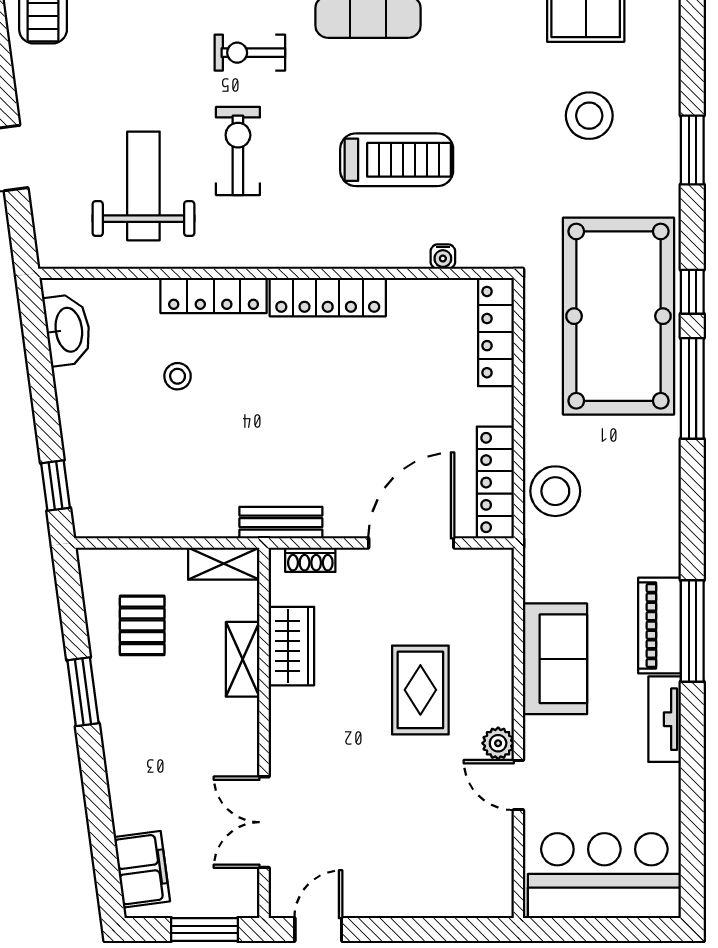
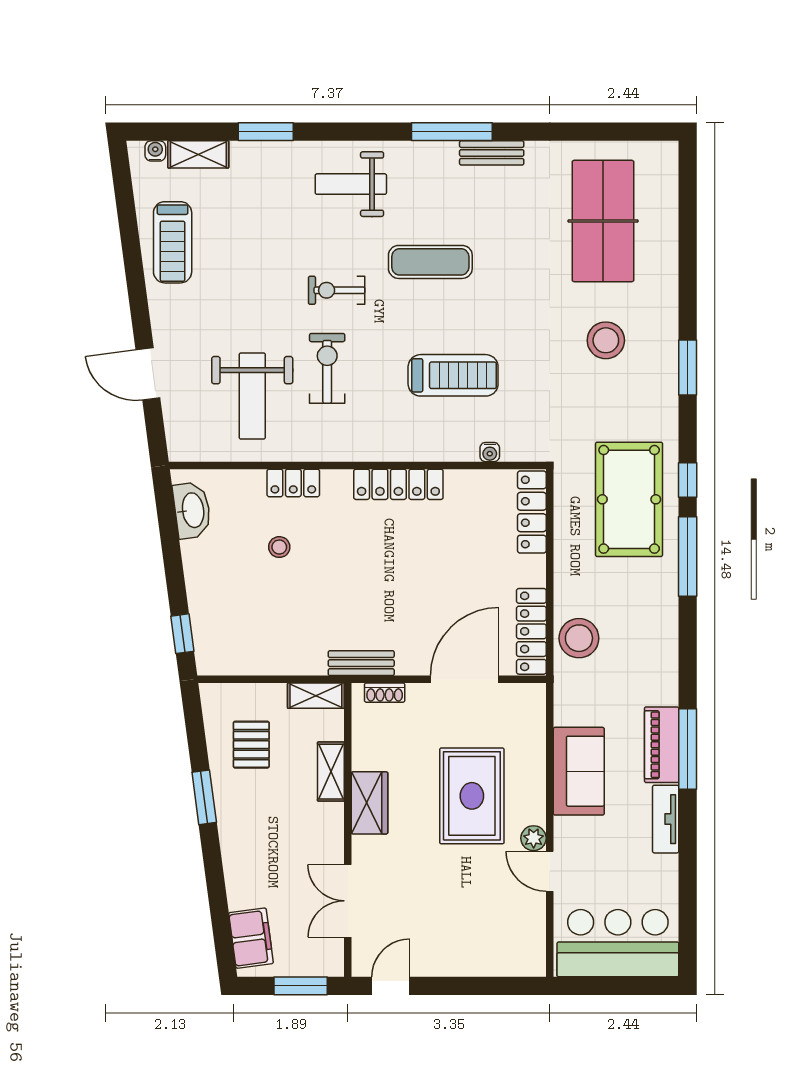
weight bench: (143, 186) -> (252, 396), turned 180
locker: (214, 296) -> (293, 483), width x0.66
pool table: (618, 316) -> (629, 499), width x0.73, depth x0.76
wardrobe: (291, 646) -> (370, 803), moved
rug: (420, 690) -> (472, 796), width x1.36, depth x1.43

